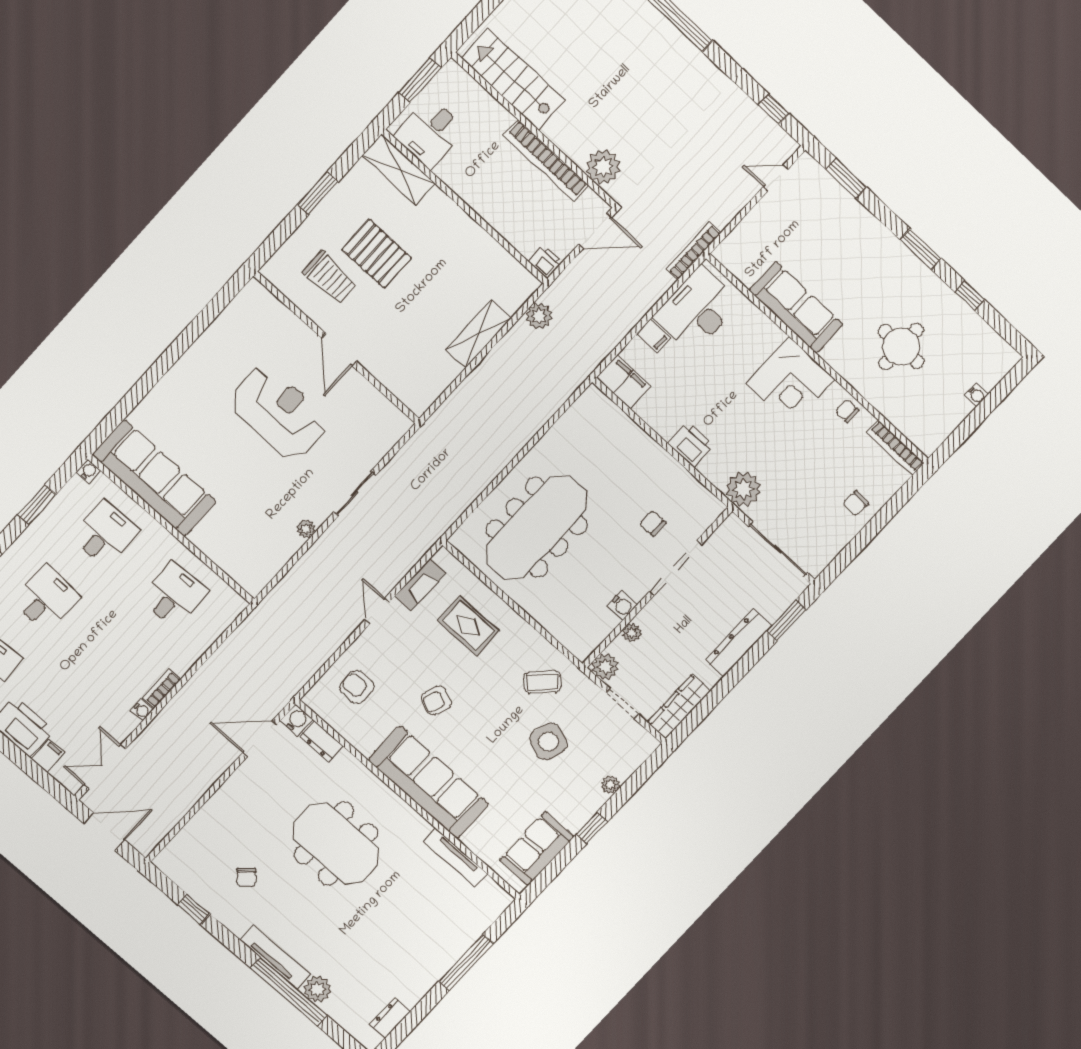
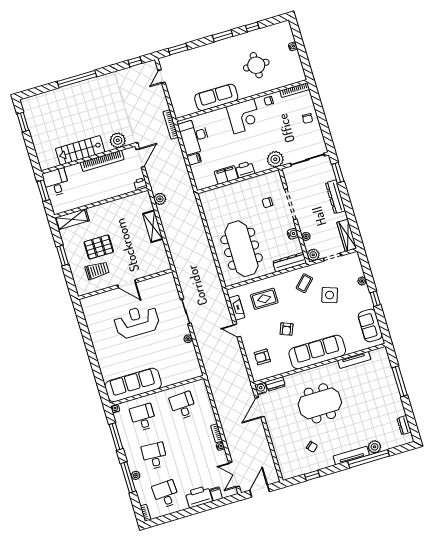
stairs: (513, 79) -> (80, 150), moved
desk: (430, 133) -> (56, 182), moved, turned 180
filing cabinet: (623, 382) -> (226, 175), moved
window: (37, 505) -> (116, 437), width x1.44
dresser: (565, 632) -> (290, 262), added

